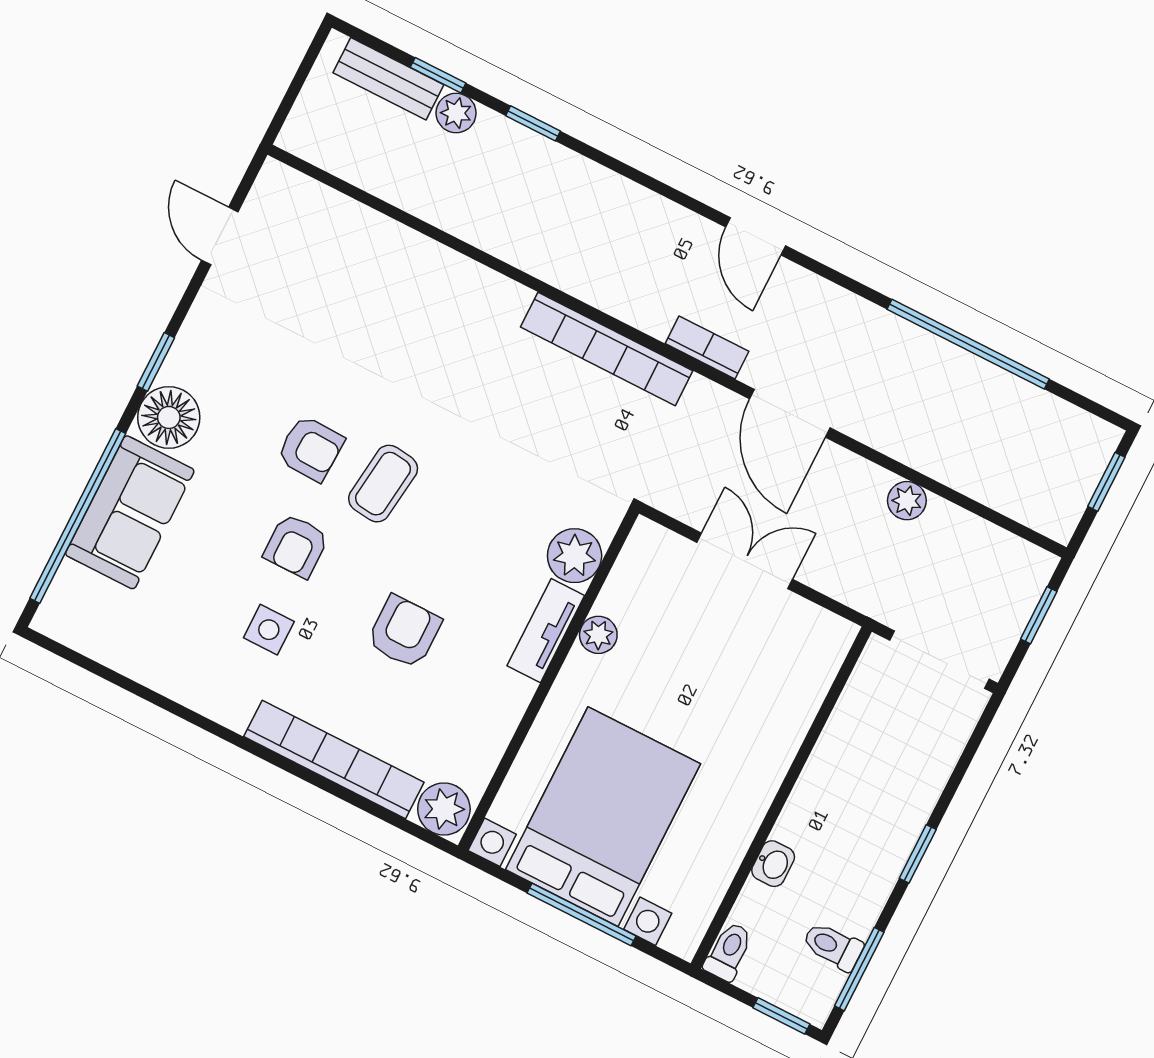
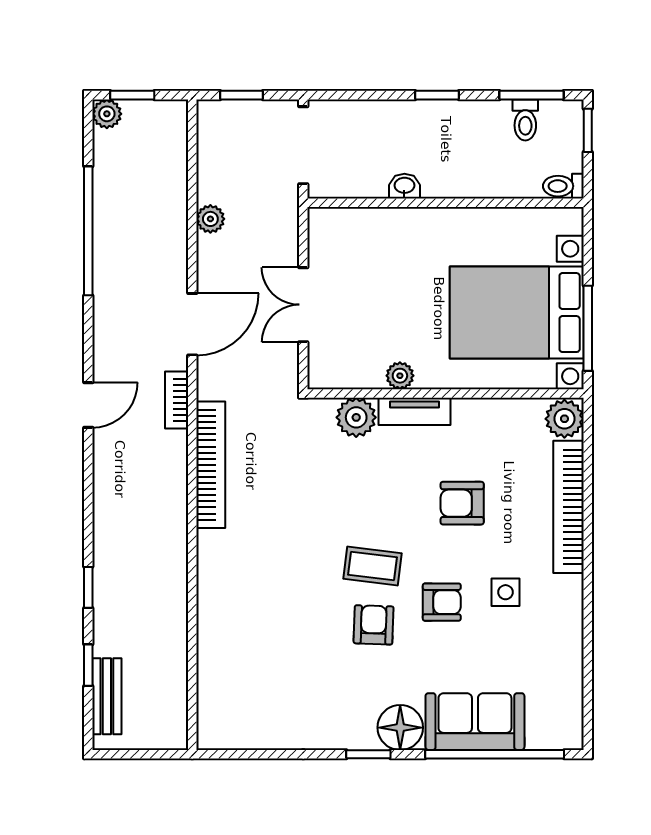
plant: (456, 113) -> (107, 114), moved
door: (220, 236) -> (265, 754), removed
washbasin: (773, 864) -> (404, 186), moved
window: (582, 915) -> (588, 328), moved

